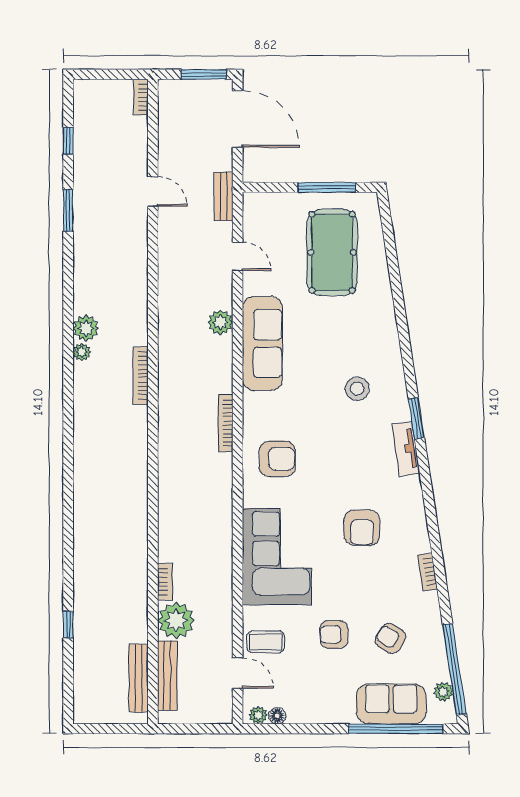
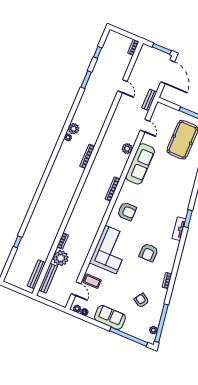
stool: (357, 389) -> (170, 197), removed
armchair: (334, 635) -> (120, 290), removed
sofa: (391, 704) -> (110, 317), moved

